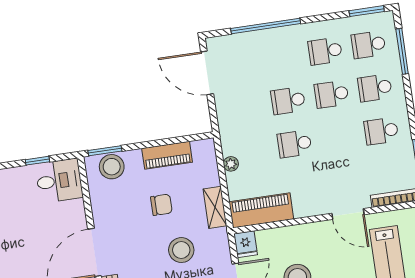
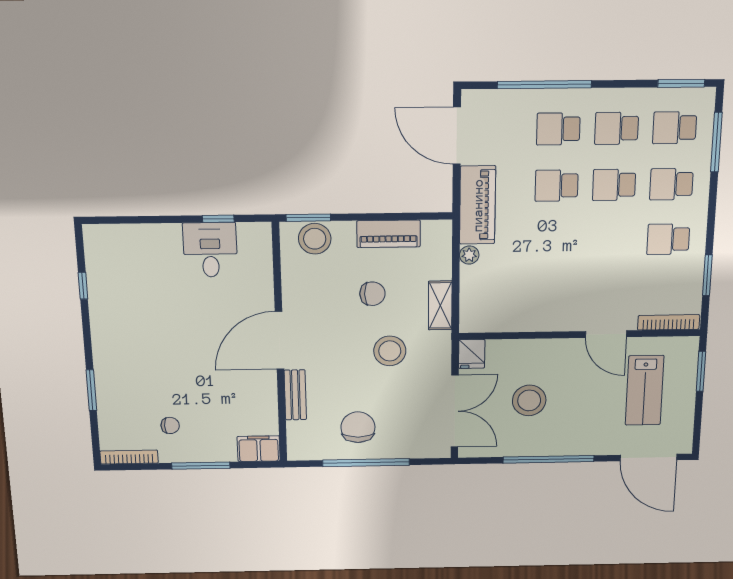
school desk: (295, 144) -> (558, 129), moved
desk: (59, 181) -> (210, 250), moved, turned -90
piano: (261, 210) -> (478, 205), moved, turned 90

